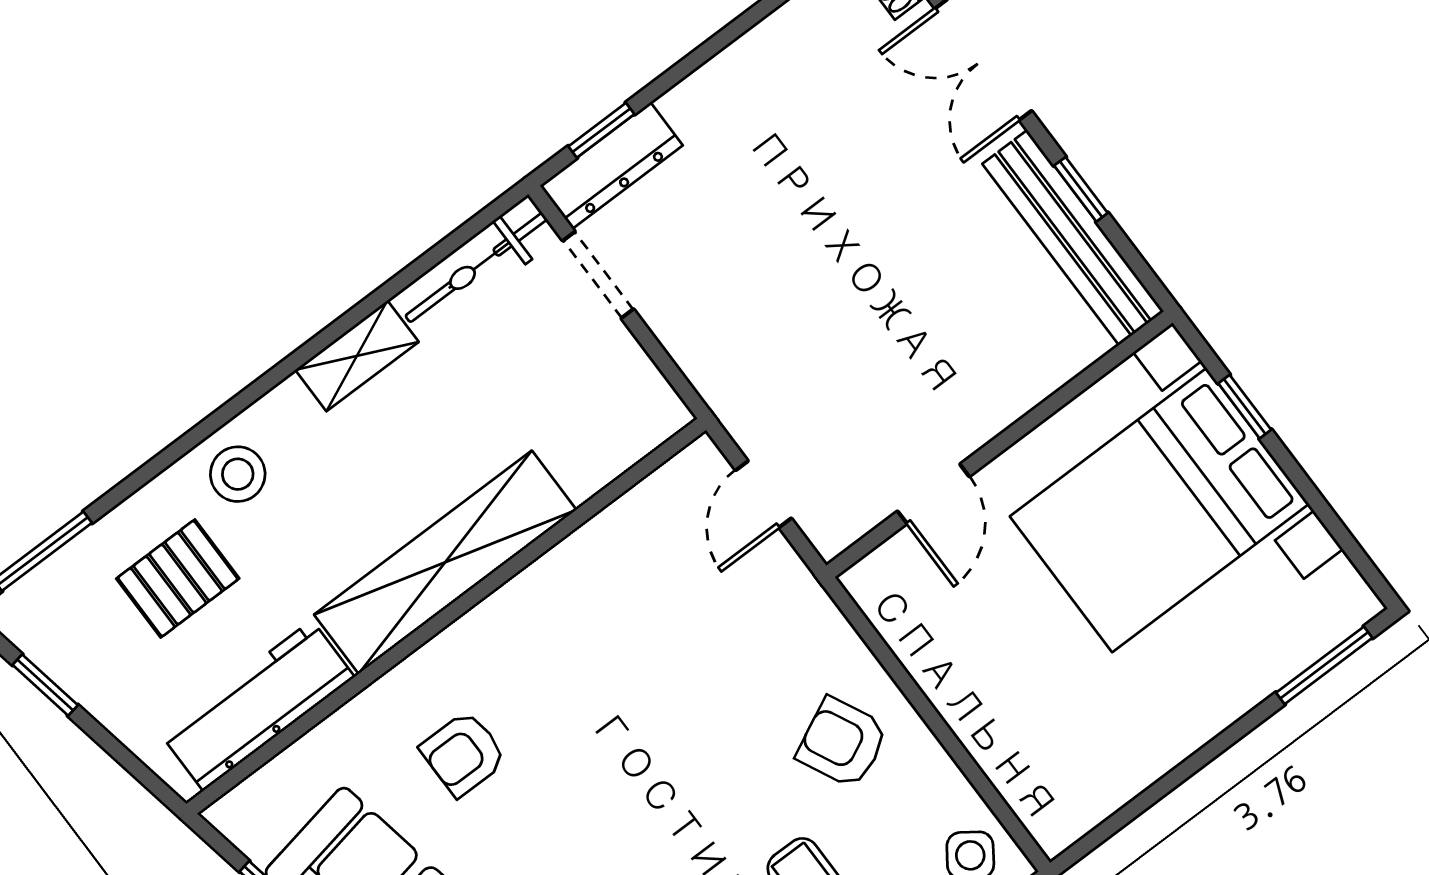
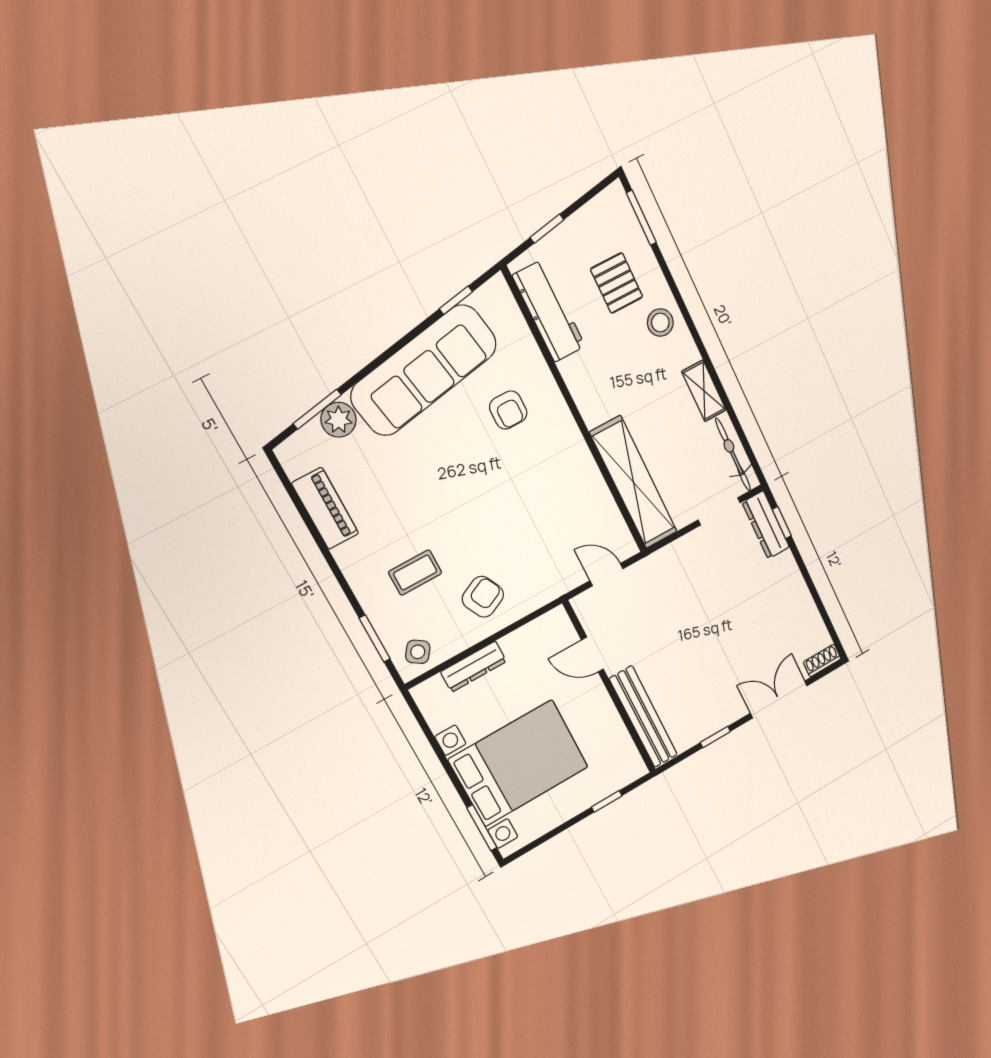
bench: (1073, 238) -> (643, 717), moved, turned 90
bed with nightstands: (1159, 510) -> (519, 763), moved, turned 90
shelving: (445, 562) -> (634, 482), moved
window: (45, 685) -> (547, 229), moved
dresser: (987, 738) -> (474, 667), added
armchair: (463, 754) -> (508, 410), turned 180

